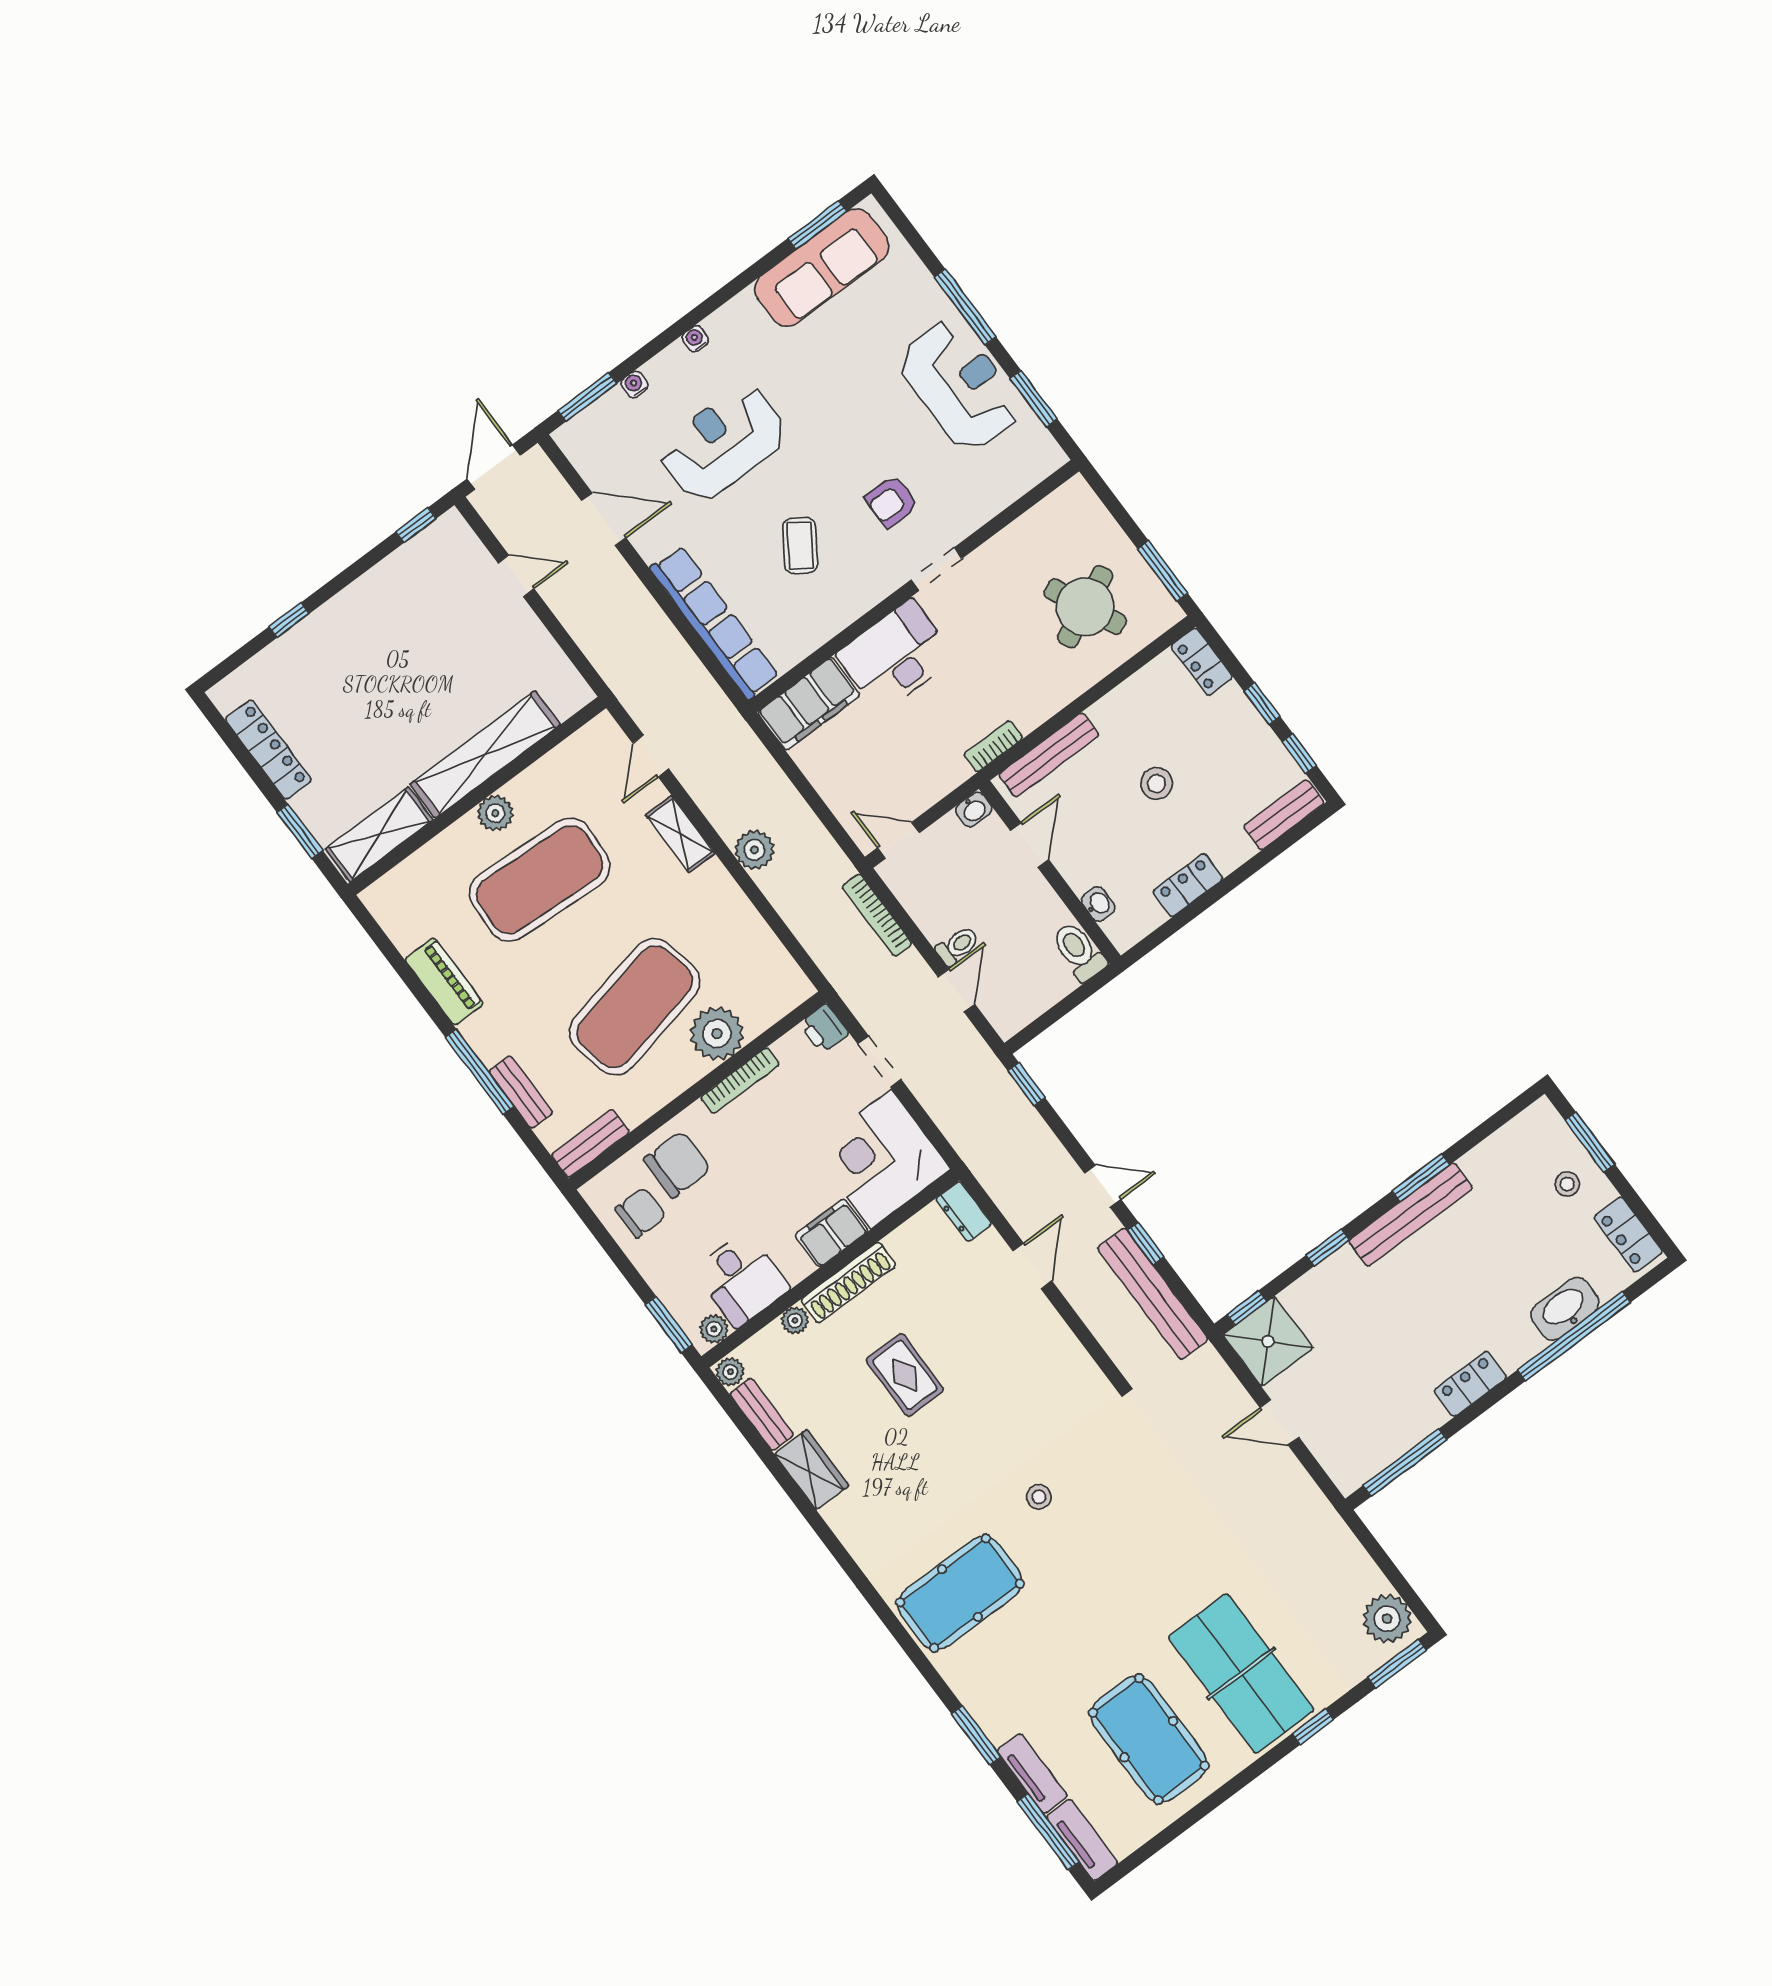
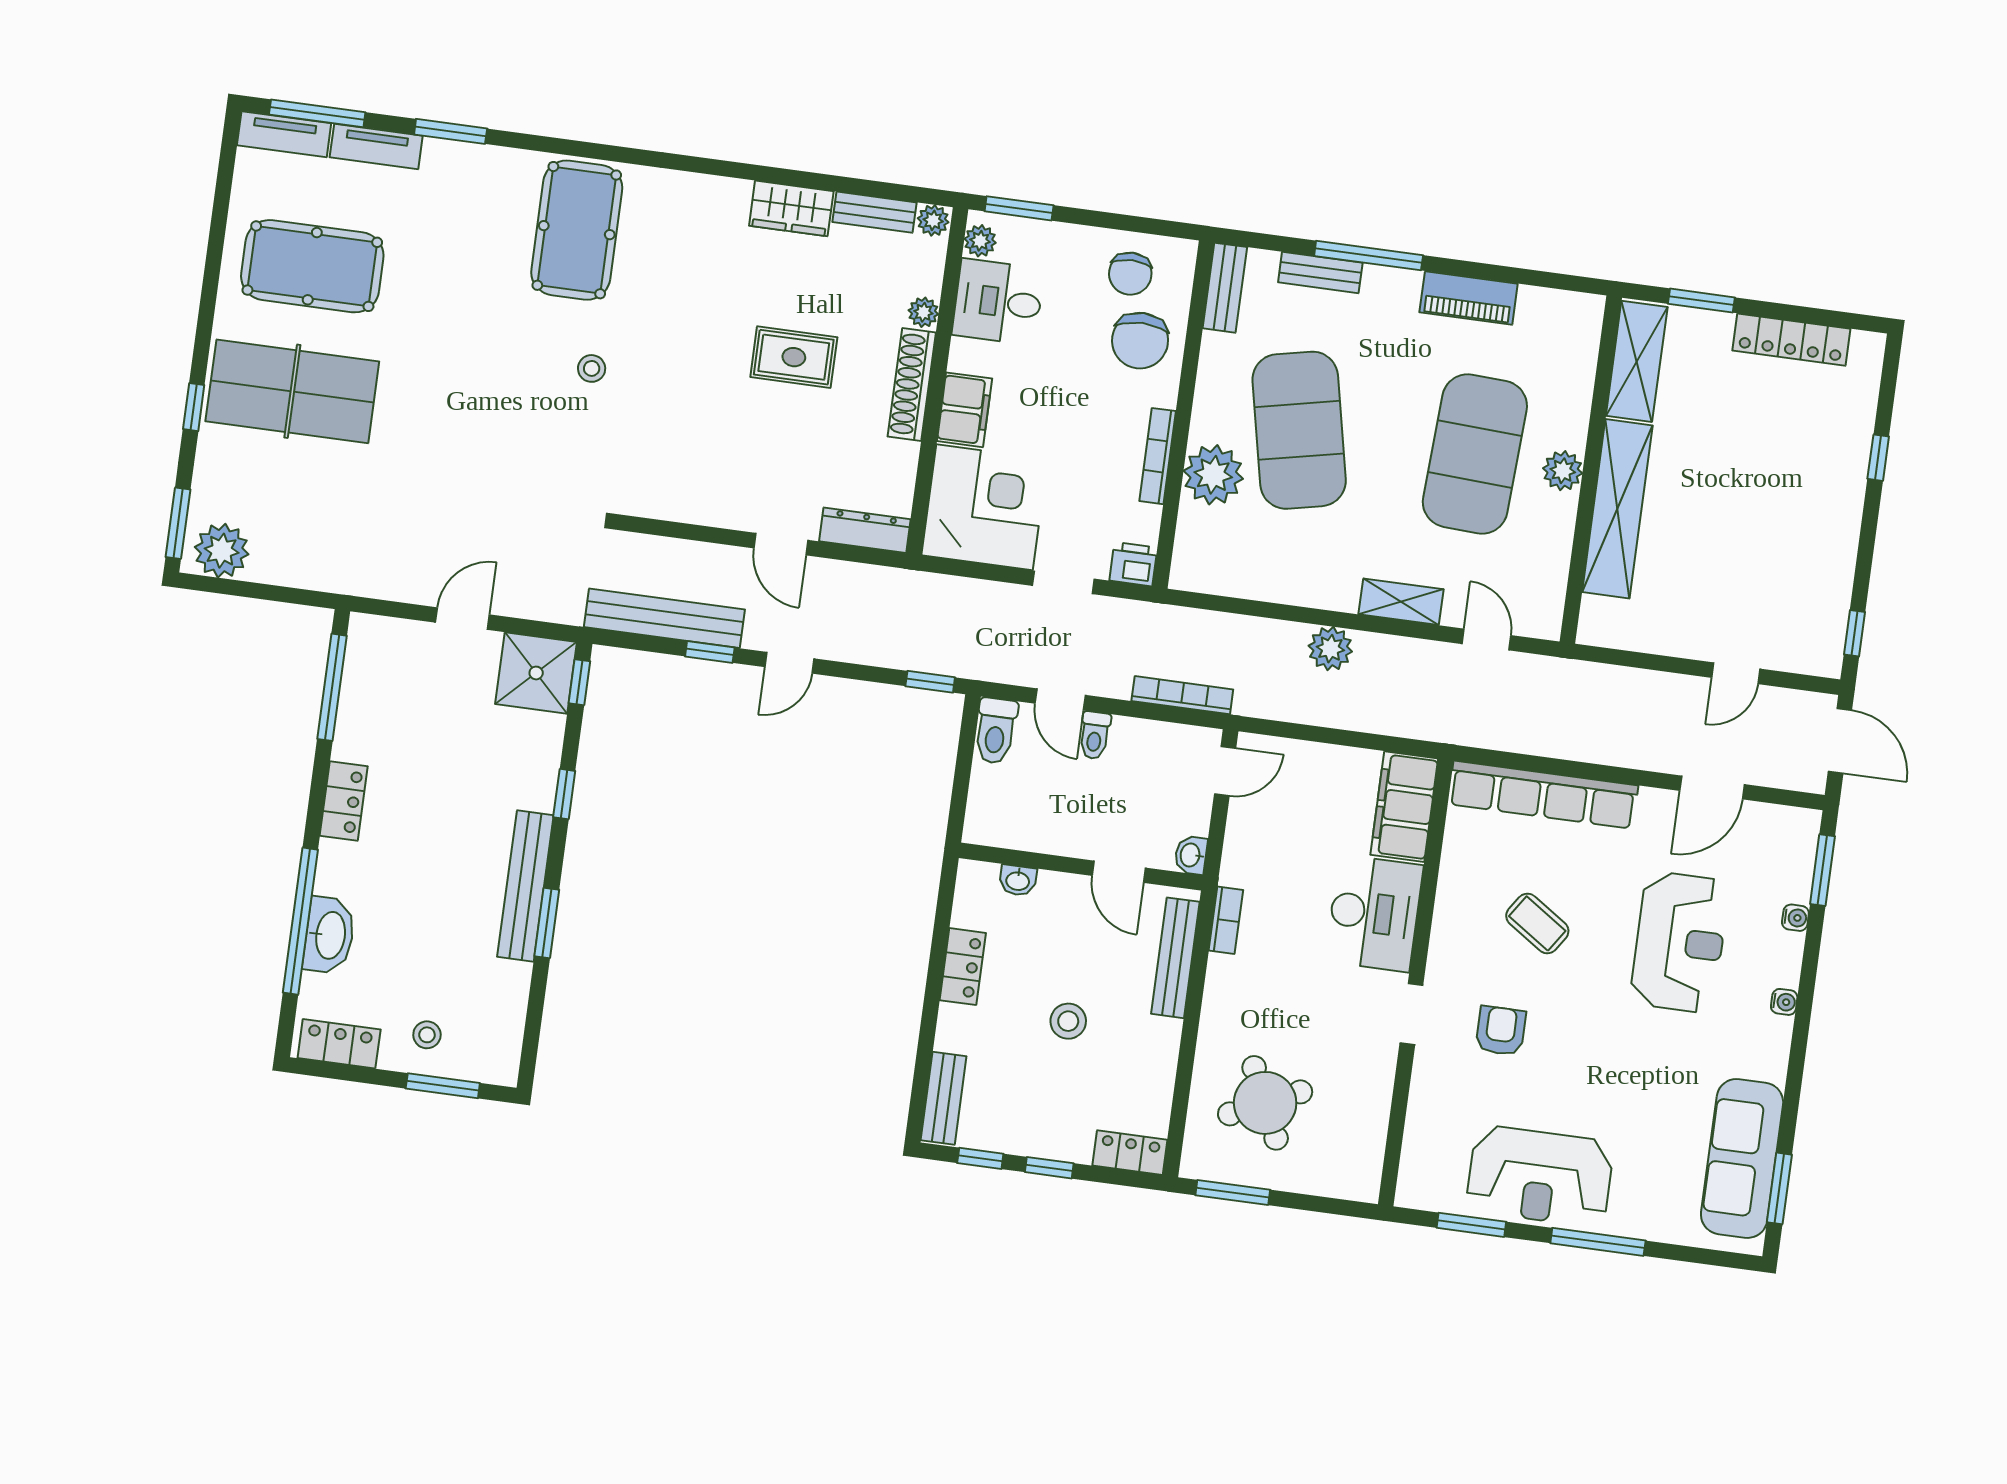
toilet: (1079, 951) -> (996, 731), moved, turned 90
dresser: (964, 1211) -> (865, 530), width x1.44

